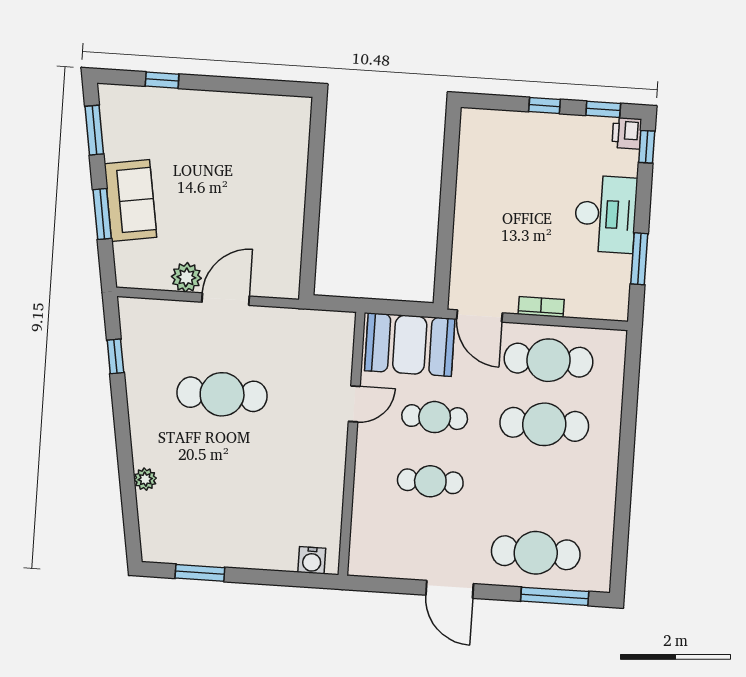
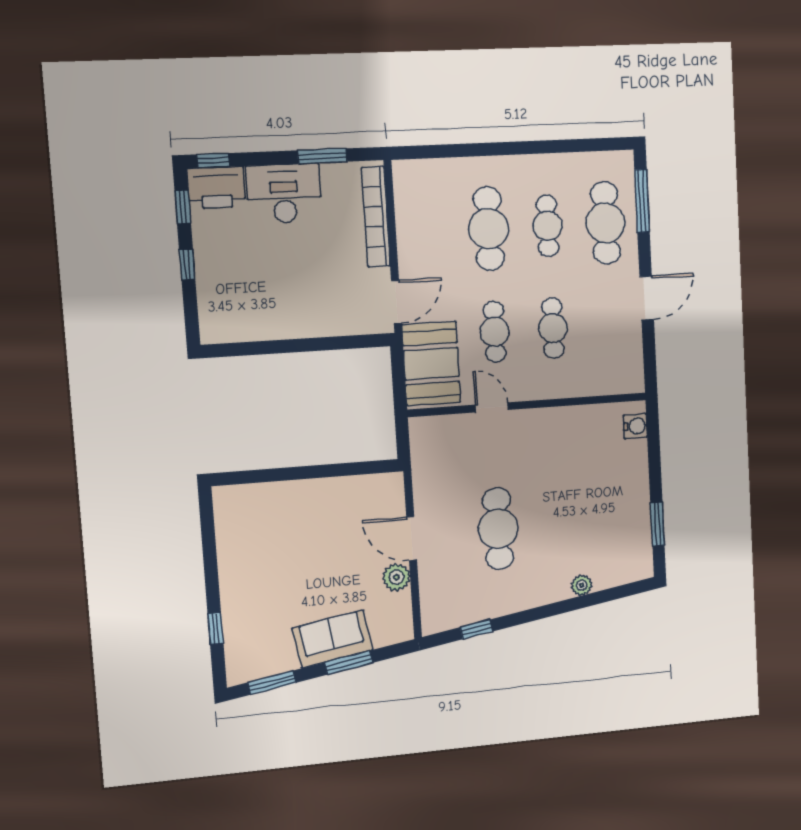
printer: (627, 133) -> (216, 187), width x1.87, depth x1.48
bookcase: (541, 307) -> (376, 217), width x2.31, depth x1.31
cafe table: (548, 360) -> (547, 226), moved, width x0.73, depth x0.74

